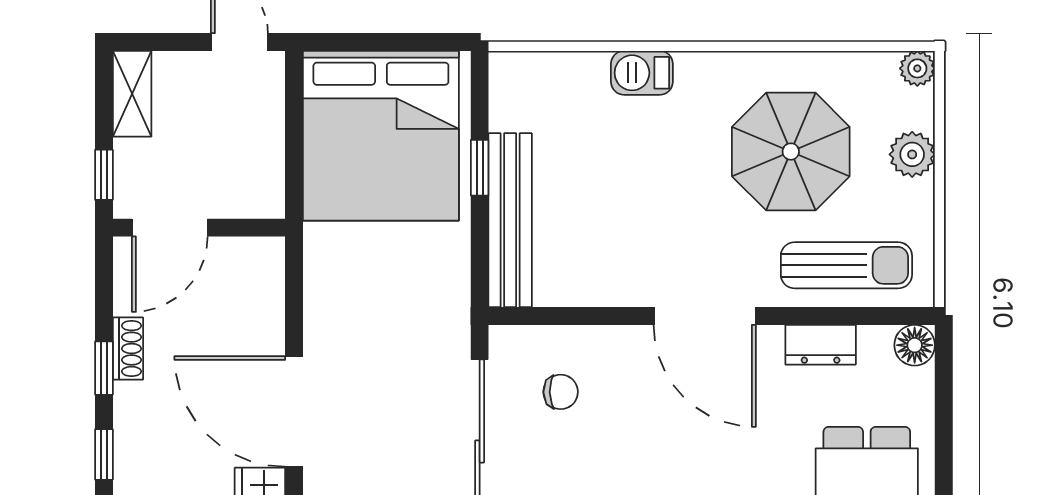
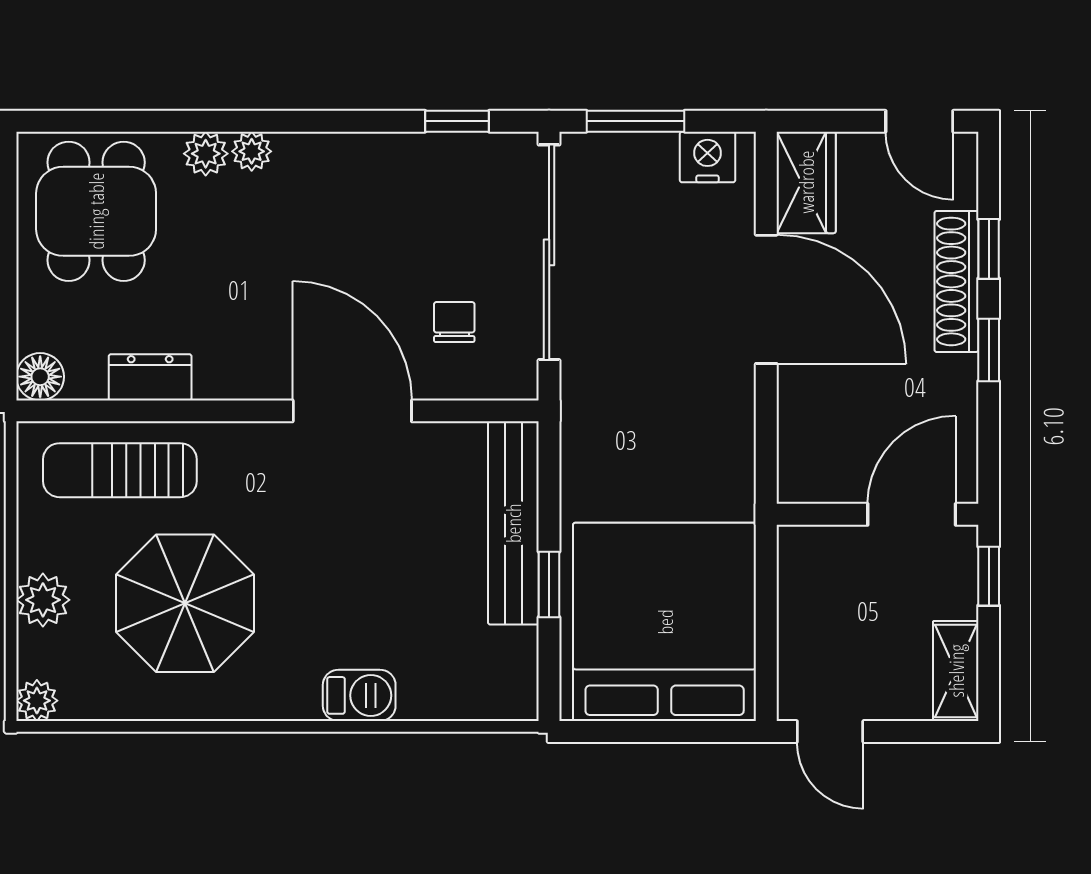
door: (705, 316) -> (352, 411), moved
shoe rack: (128, 349) -> (956, 281), moved, width x1.94, depth x1.24
chair: (561, 392) -> (454, 322), turned 91

